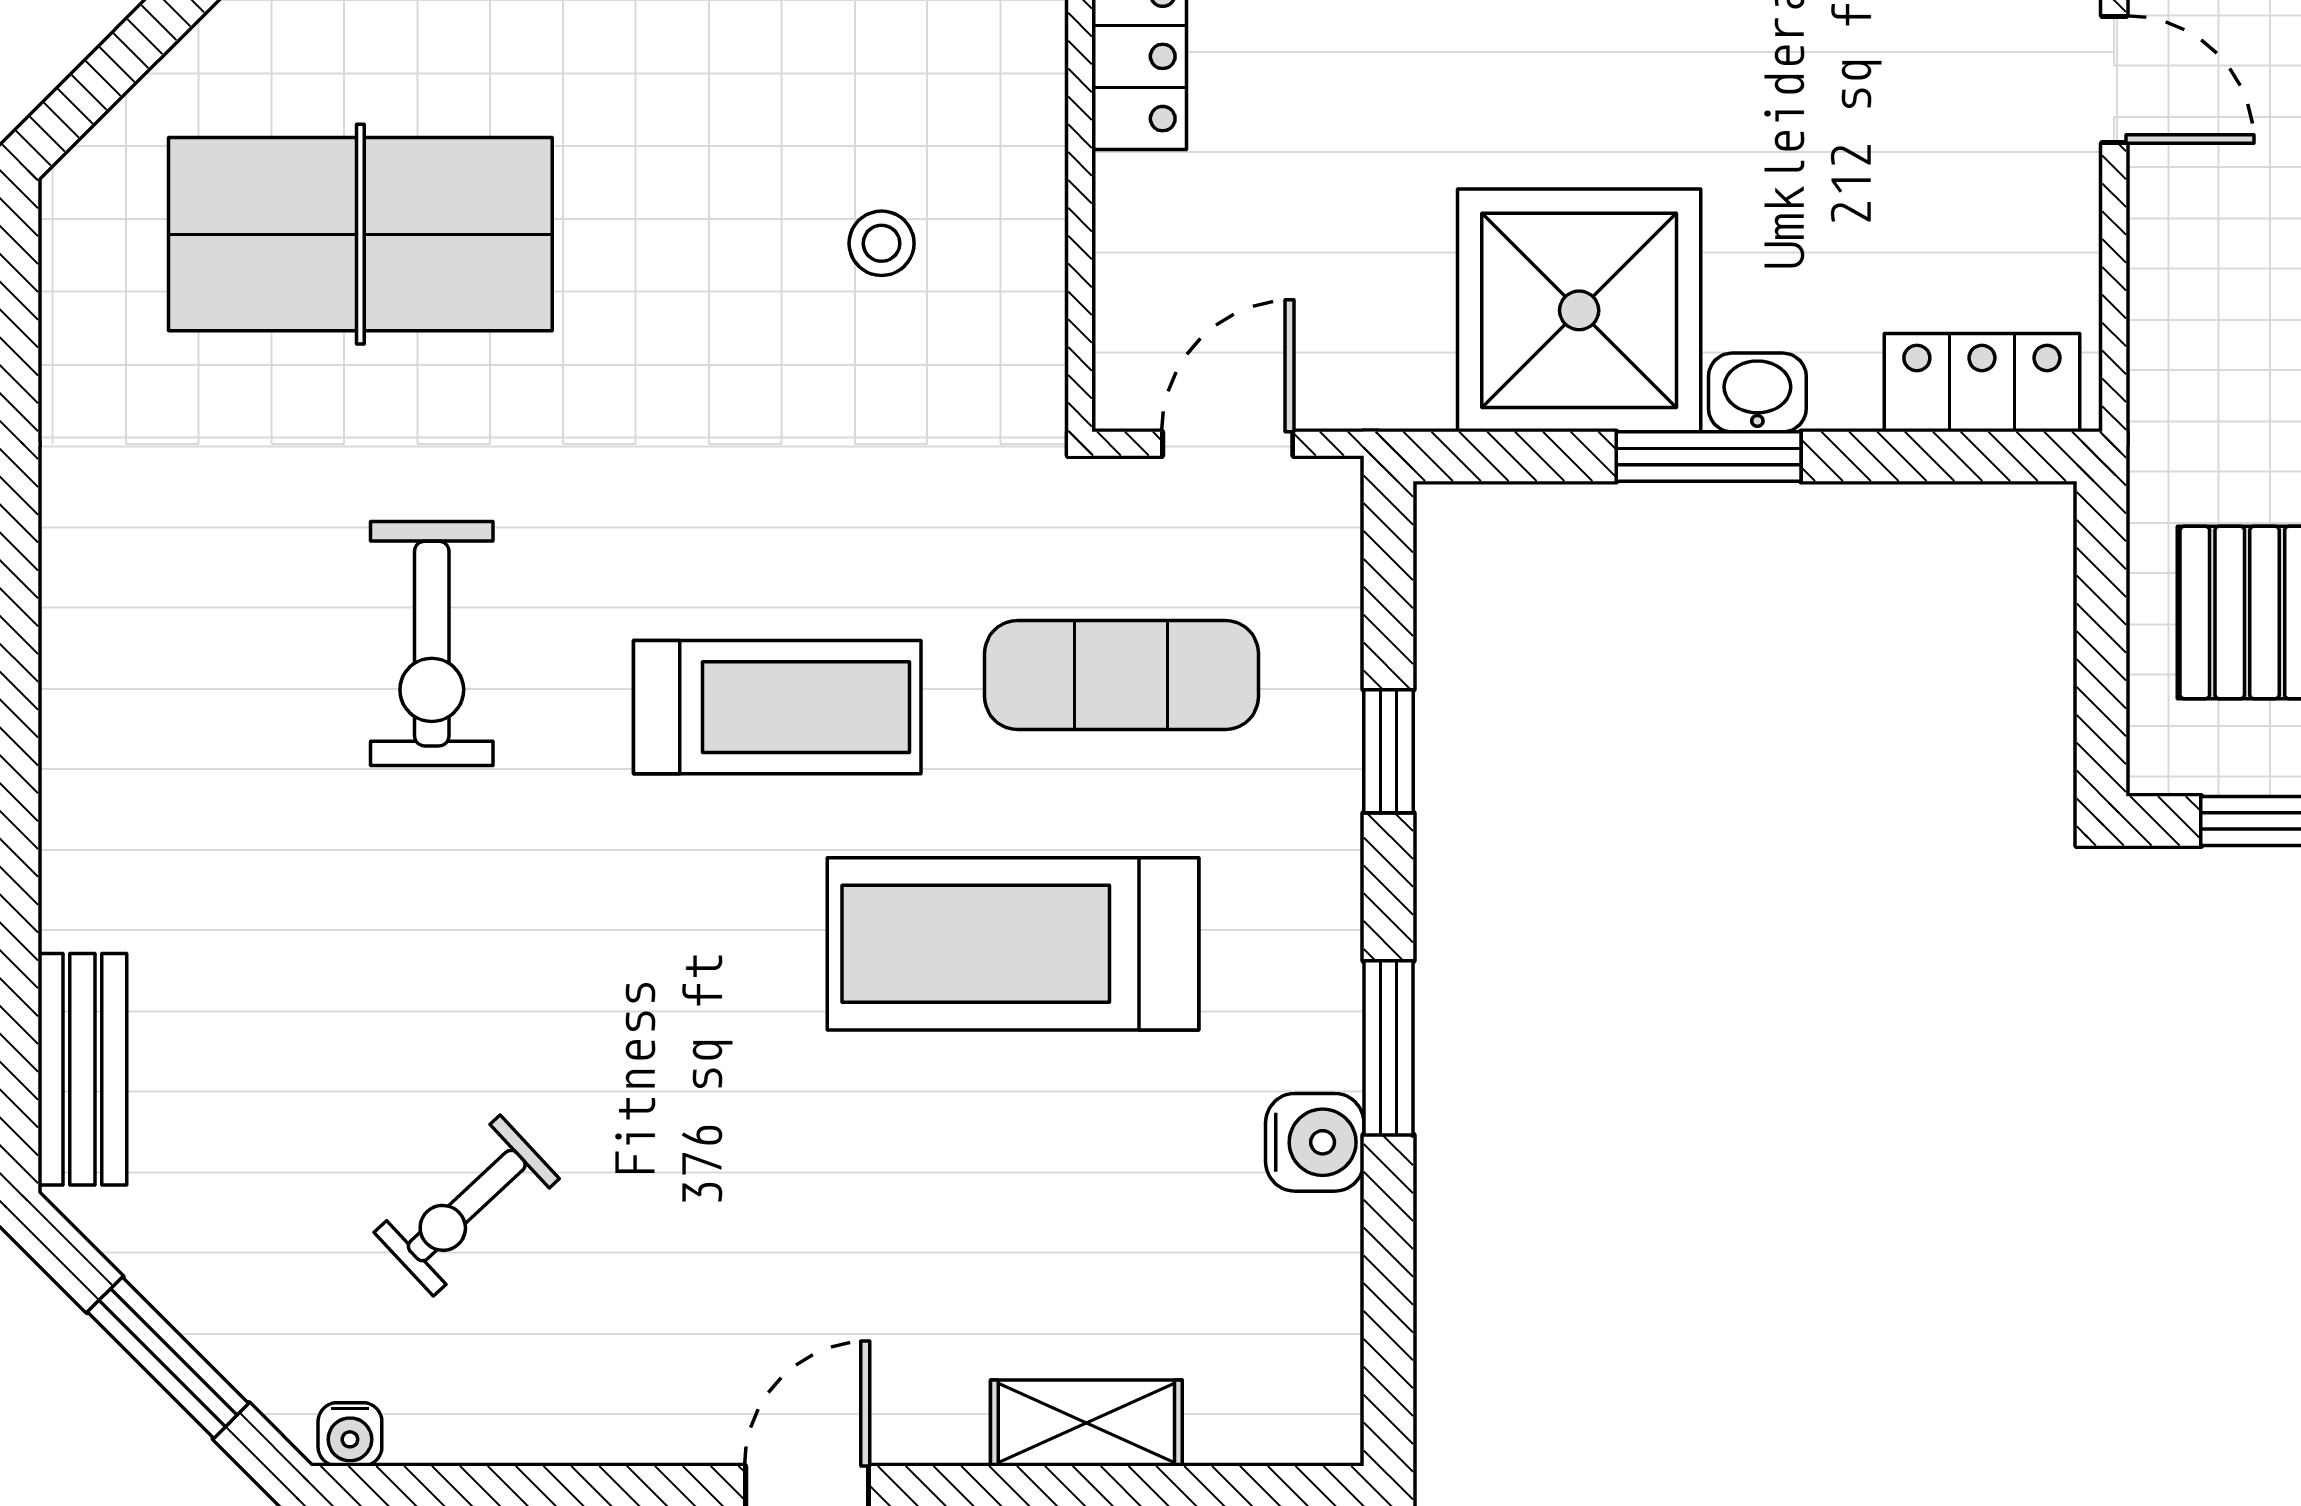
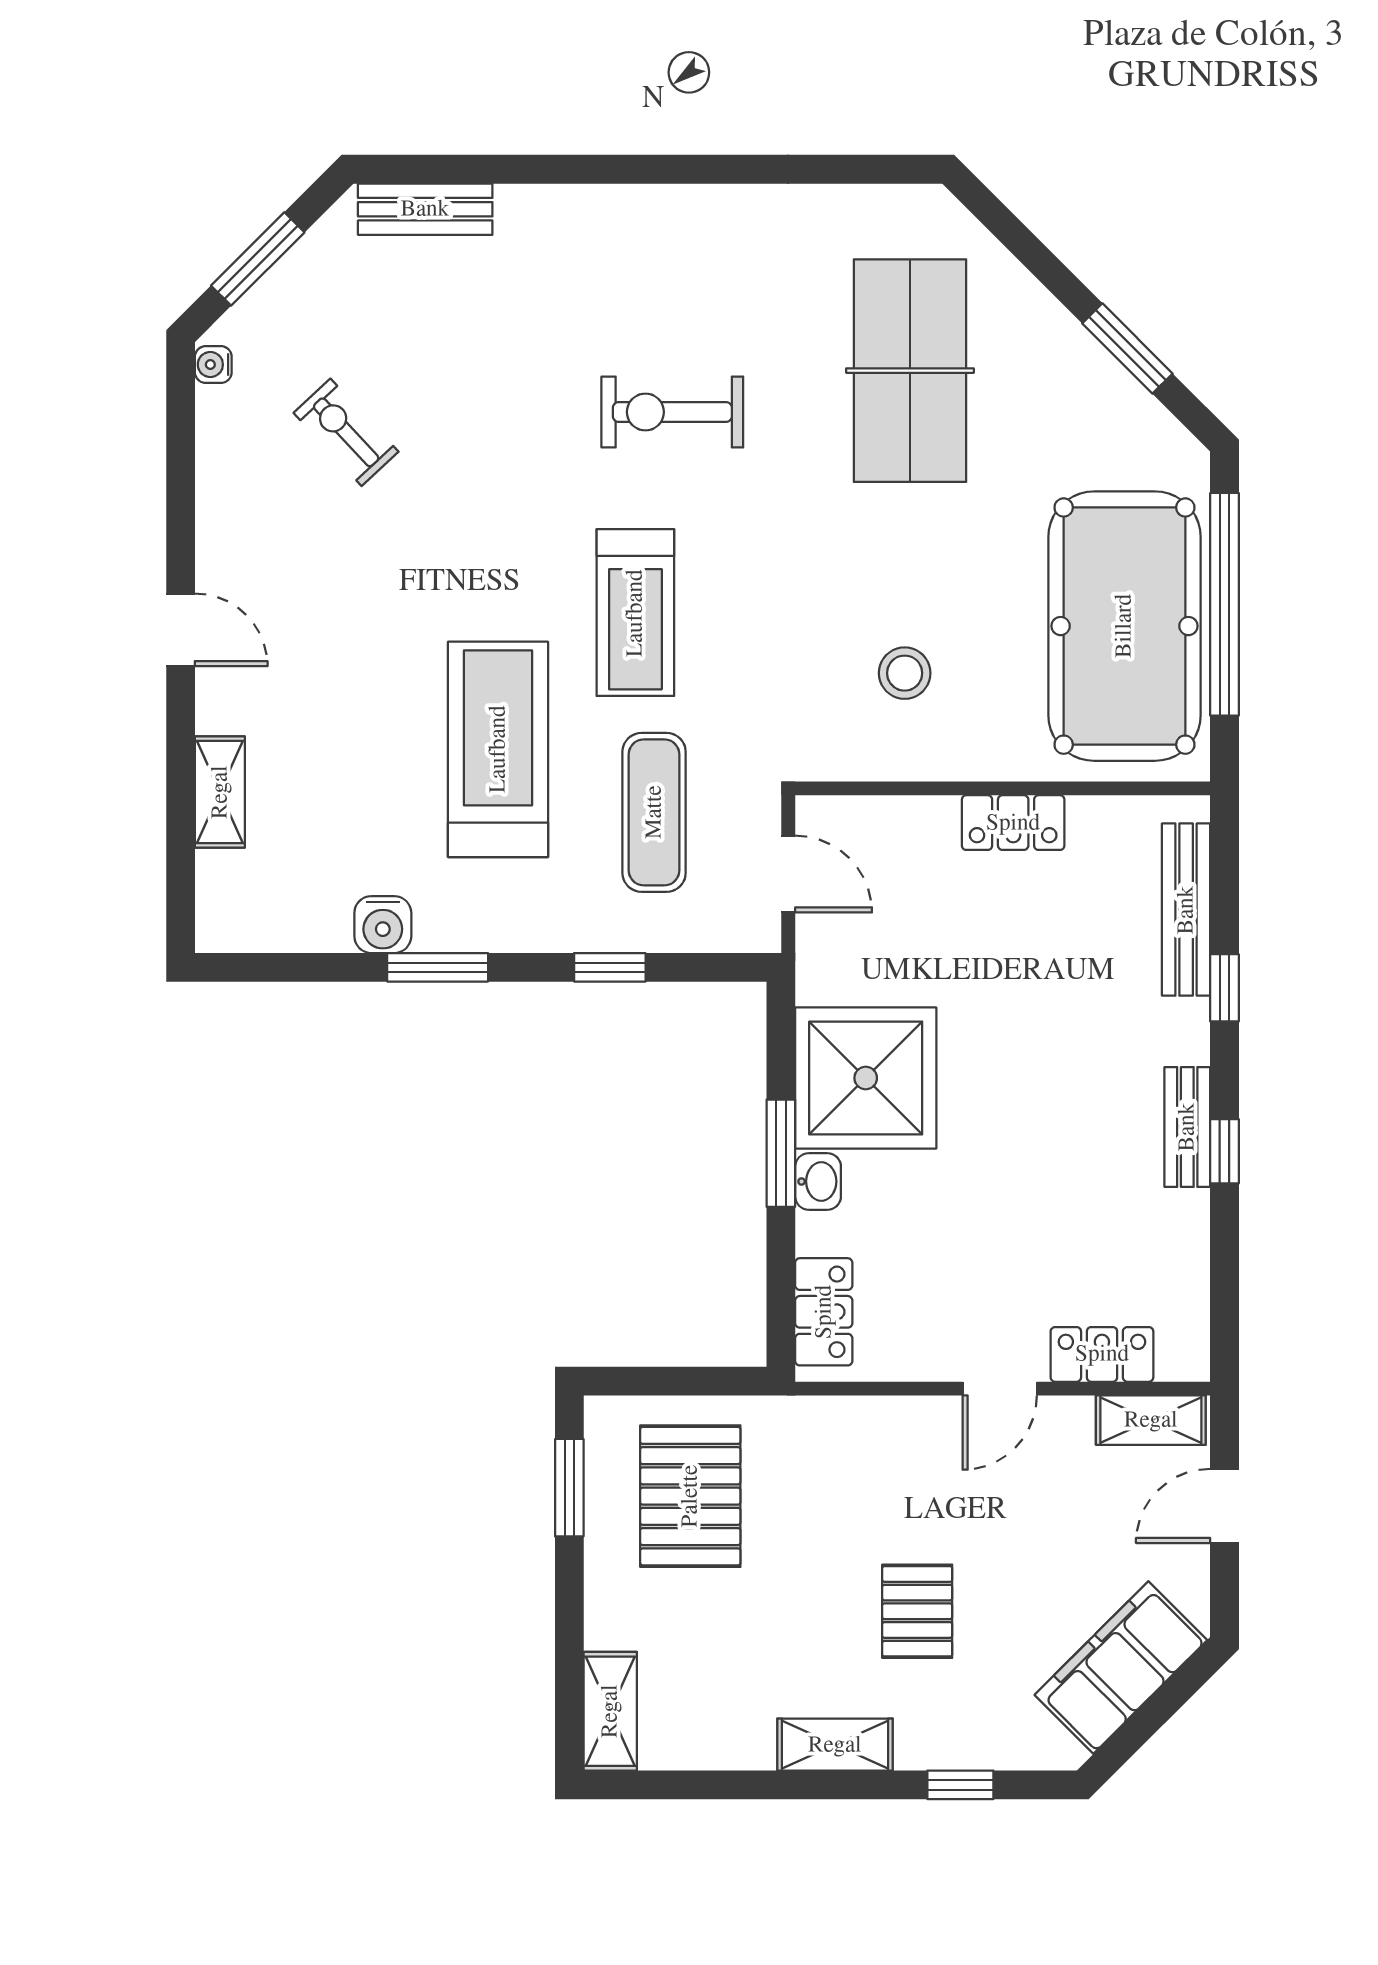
stool: (882, 243) -> (905, 673), width x1.37, depth x1.37

